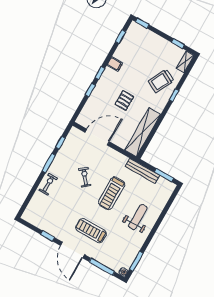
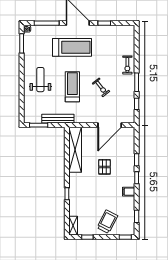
trolley: (161, 81) -> (107, 222), moved
weight bench: (138, 217) -> (40, 80), turned 180
treadmill: (91, 231) -> (72, 47), width x1.37, depth x1.38

